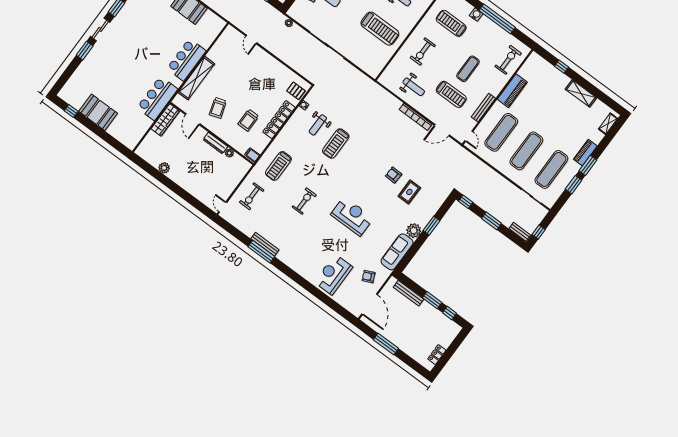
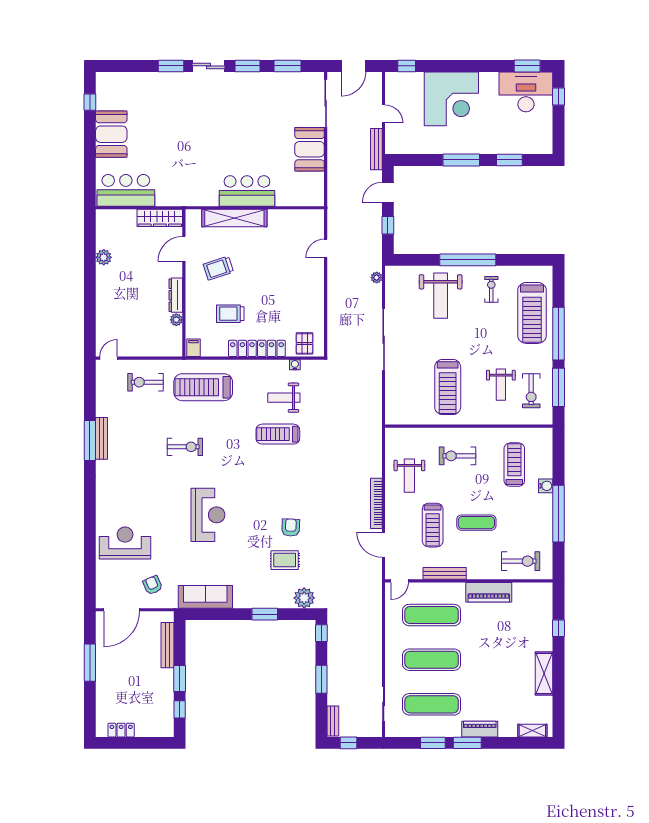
bar counter: (157, 98) -> (126, 190), moved
treadmill: (278, 166) -> (203, 387), width x1.37, depth x1.38
plant: (414, 231) -> (304, 598), moved

